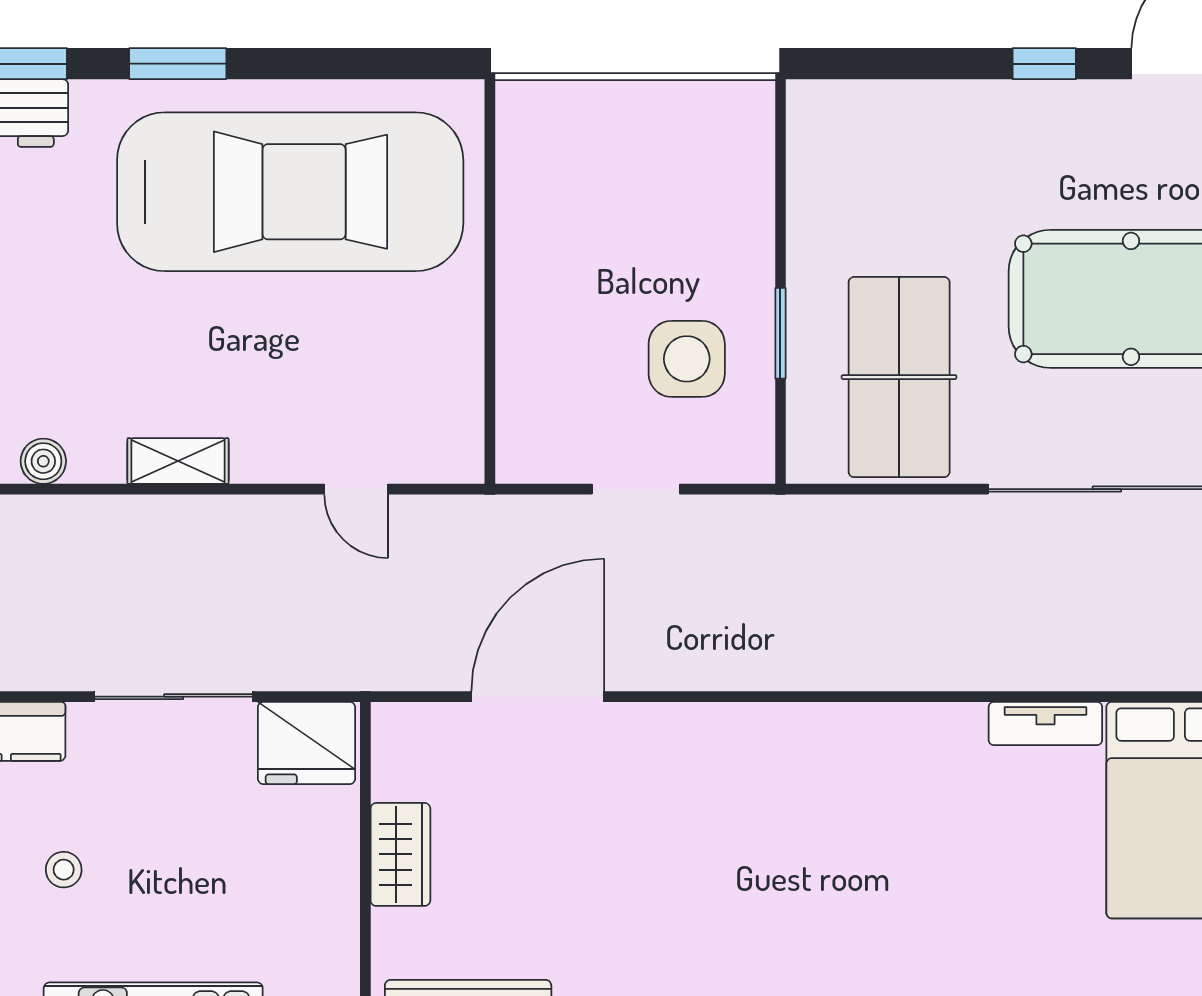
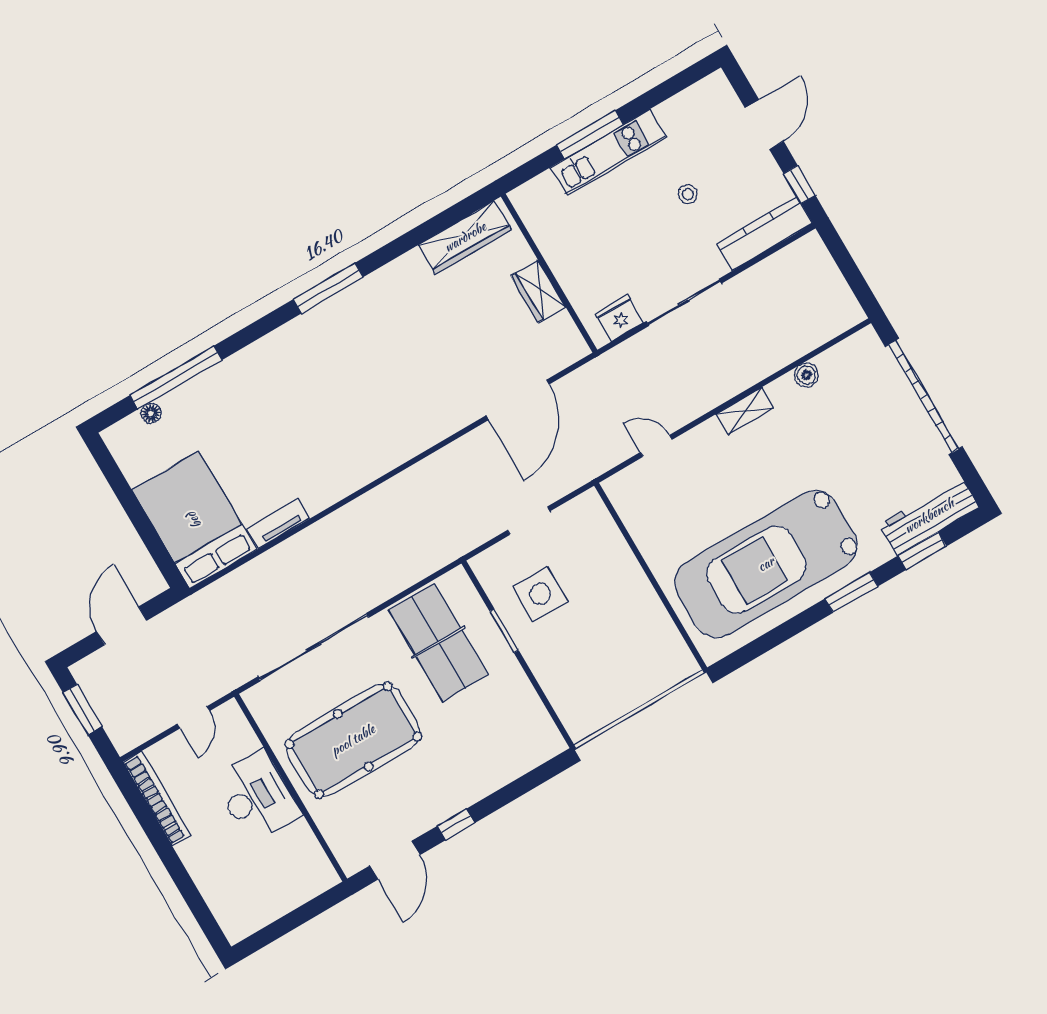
fridge: (307, 743) -> (619, 318), width x0.73, depth x0.75

